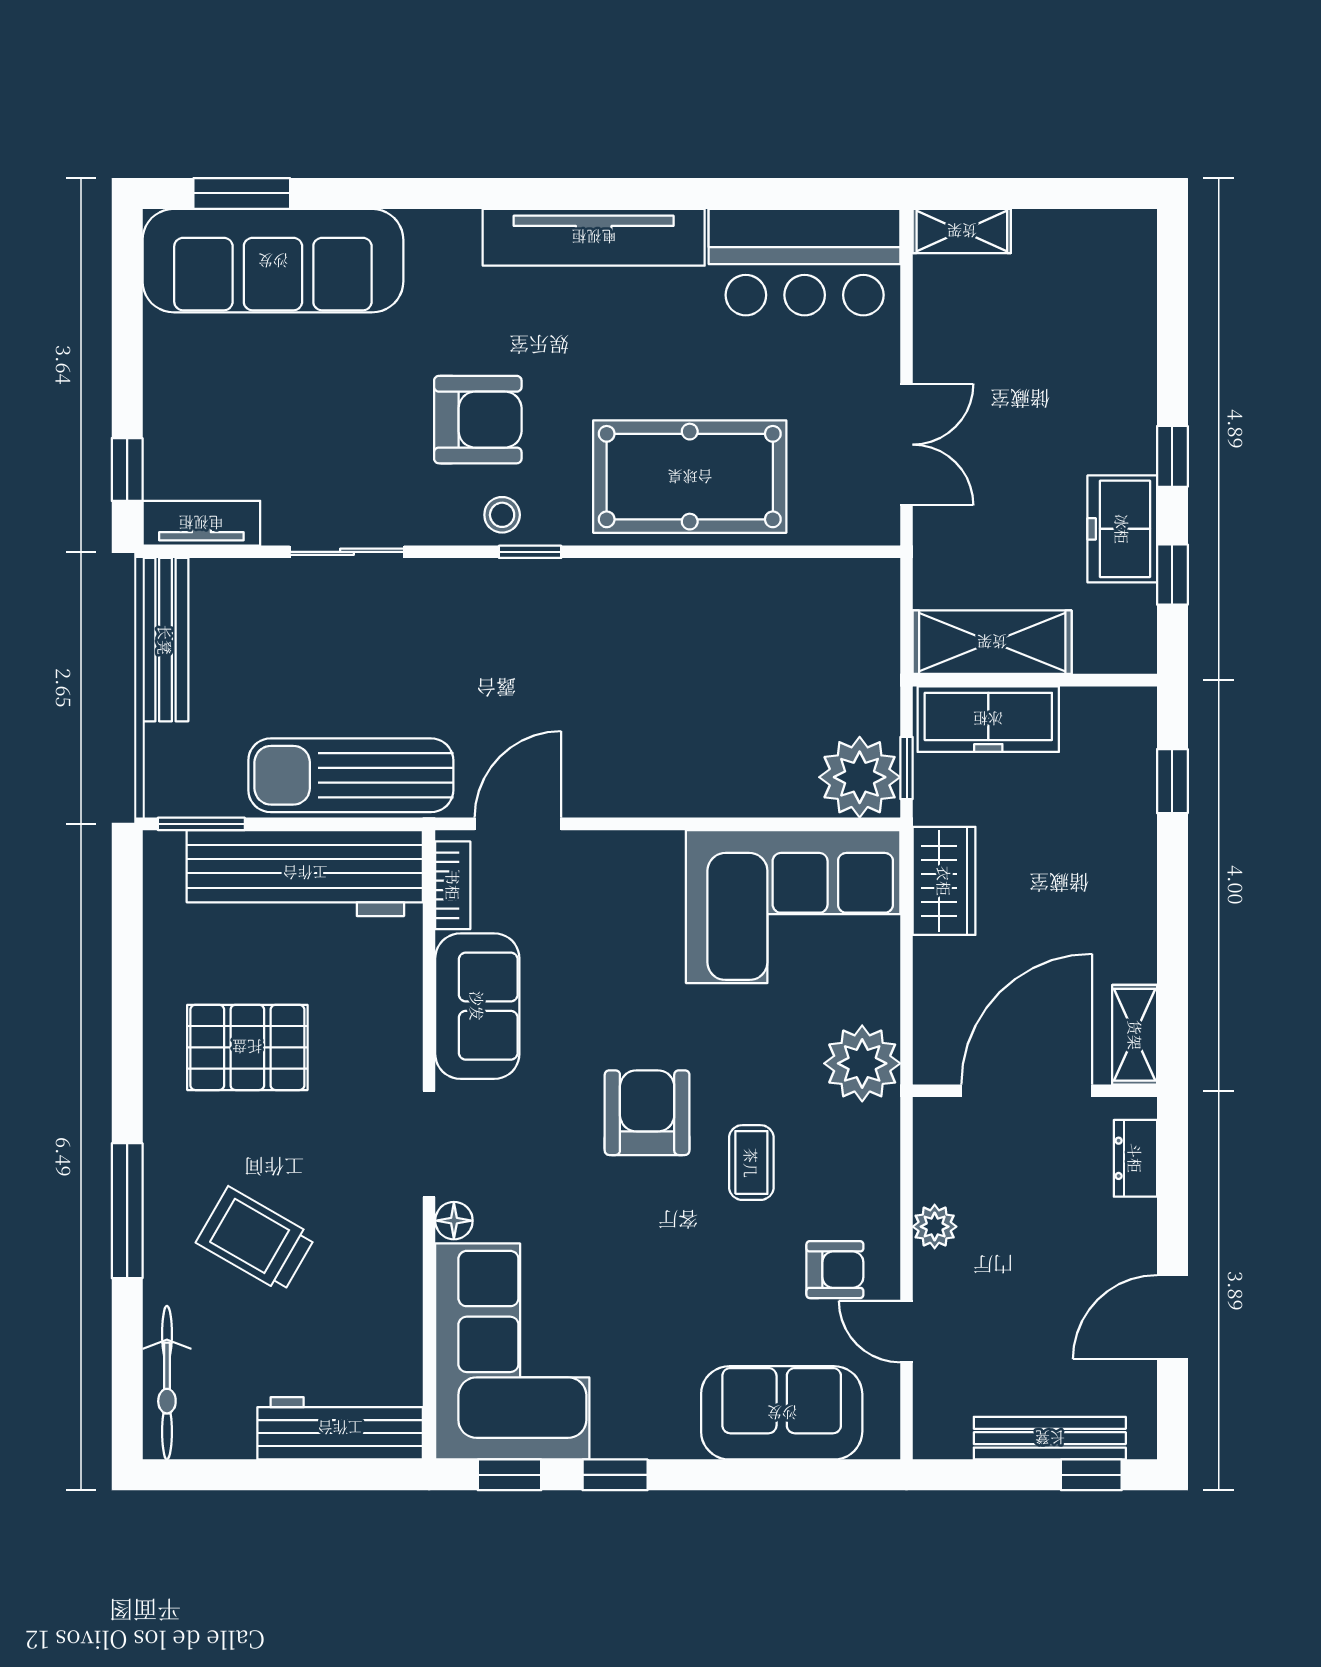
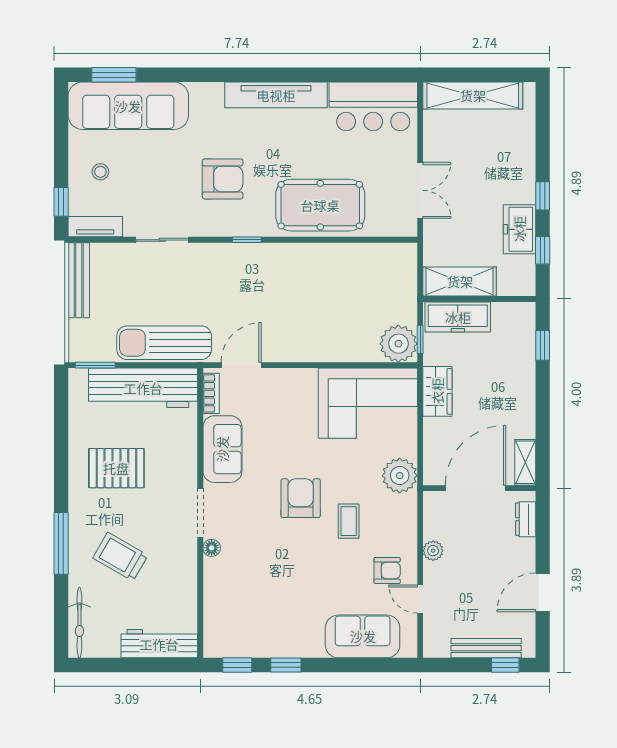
shelving: (962, 231) -> (473, 95), width x2.20, depth x1.33
stool: (502, 515) -> (100, 172), moved
corner sofa: (512, 1351) -> (239, 608), removed

